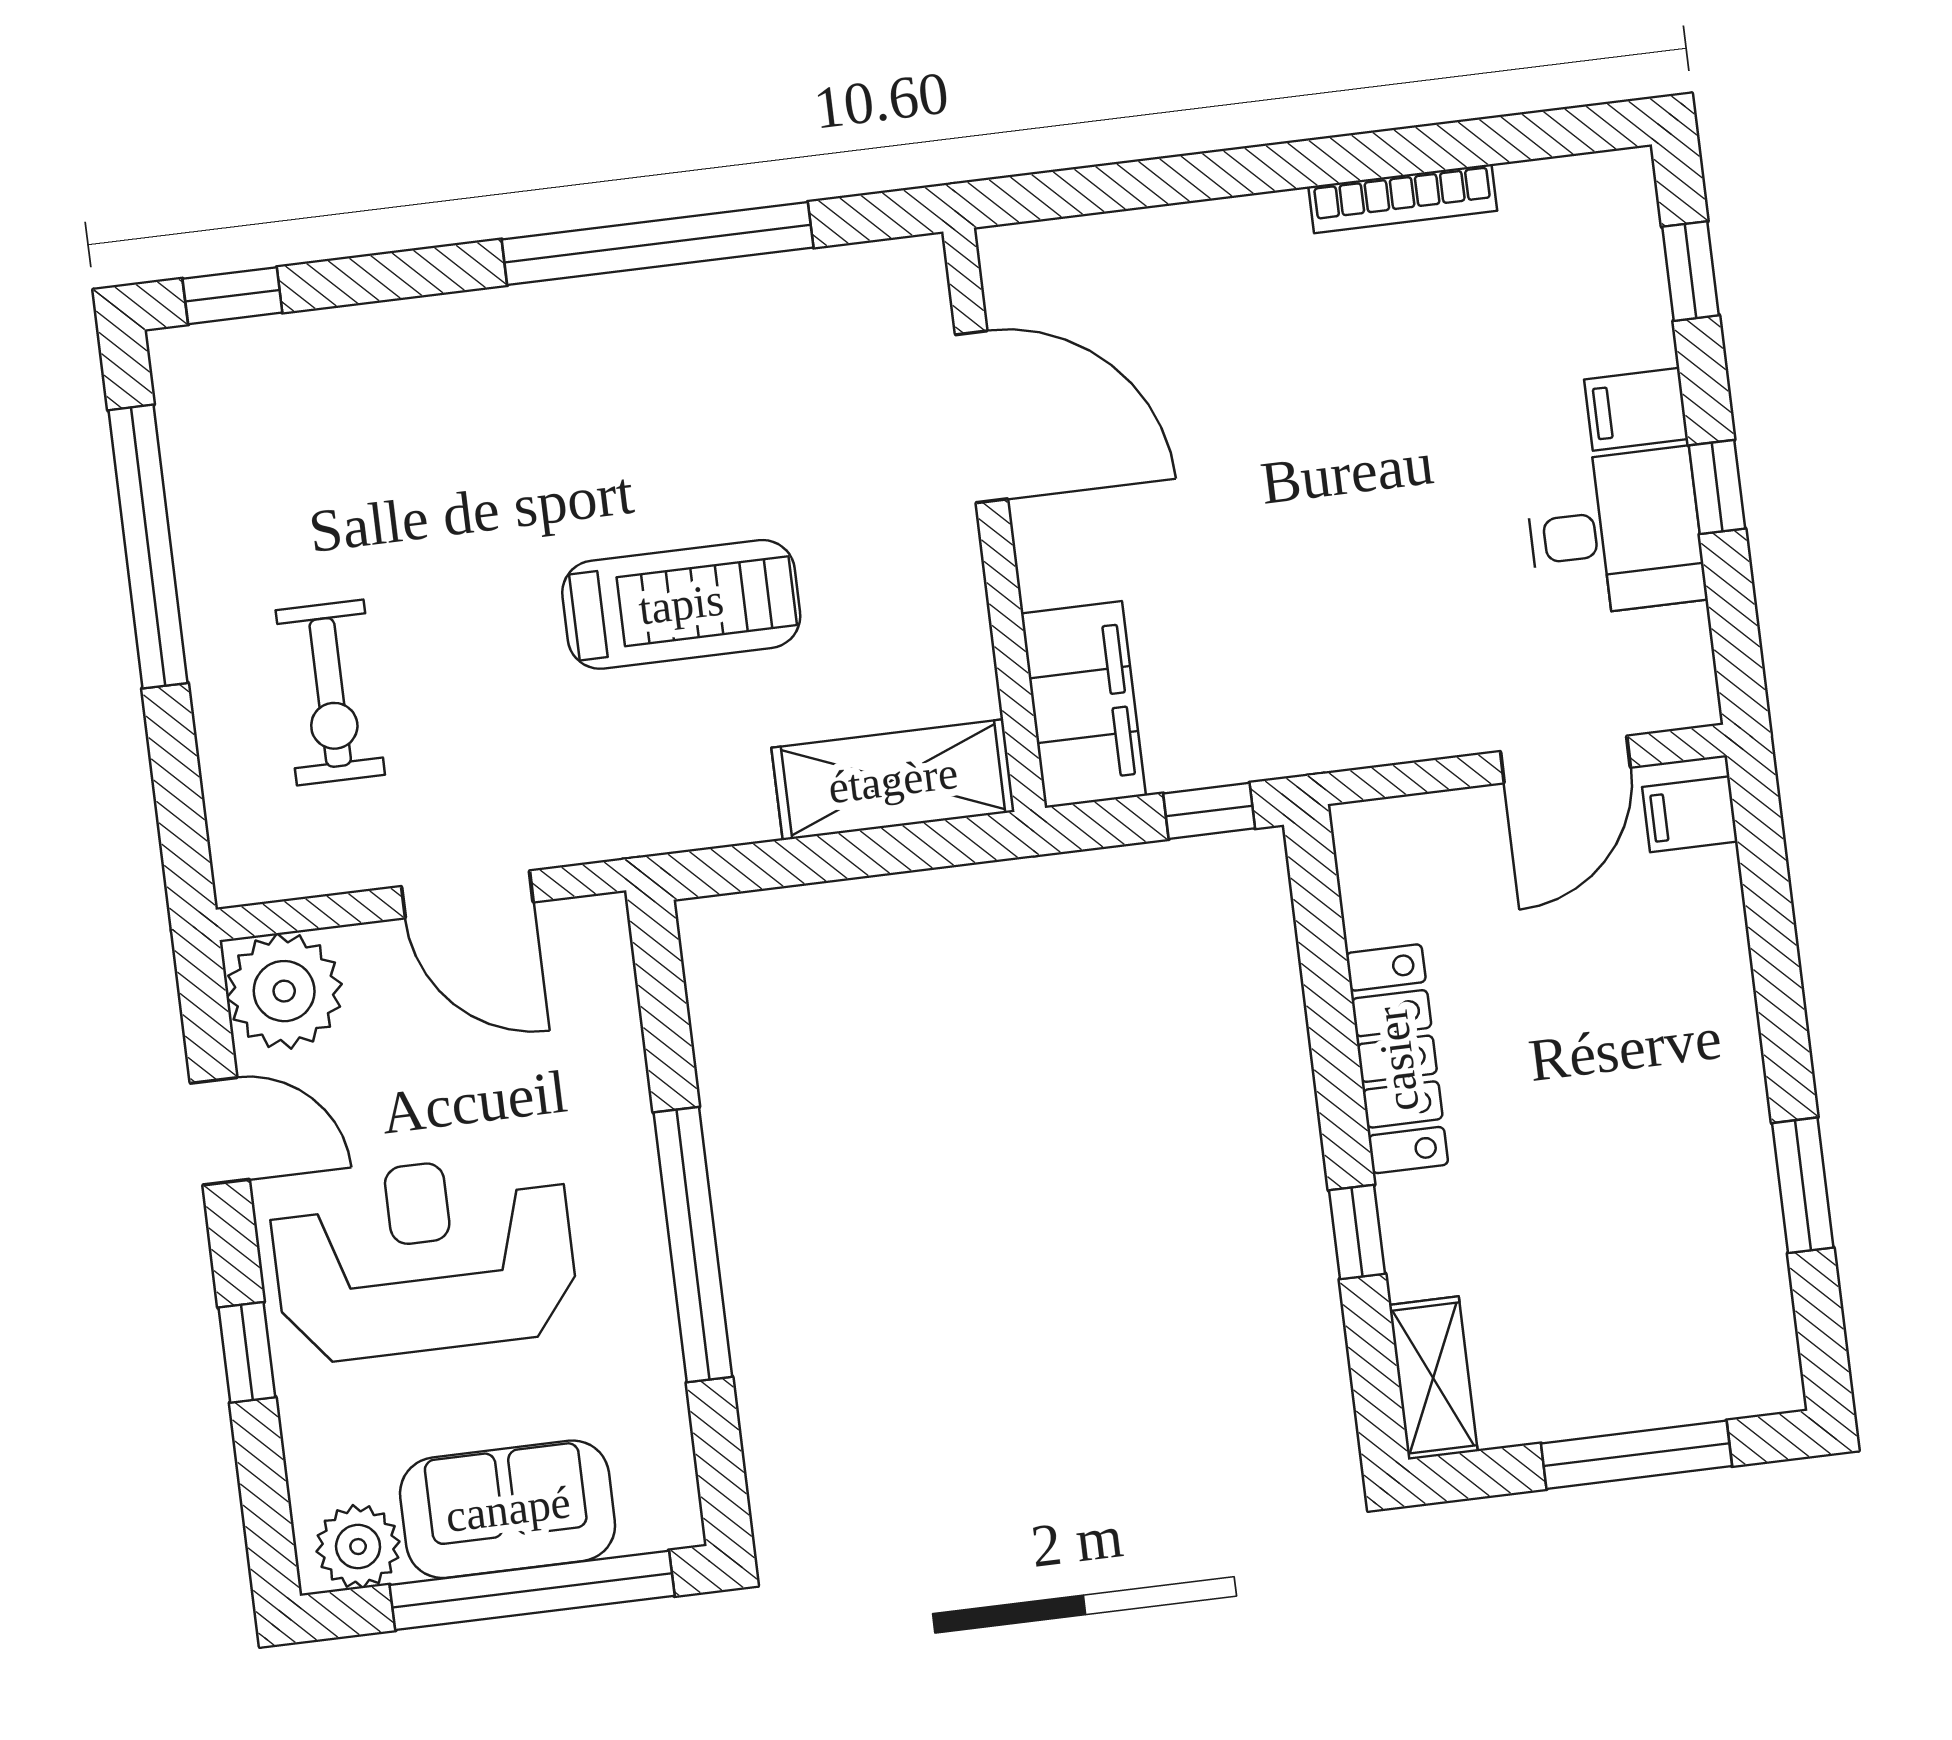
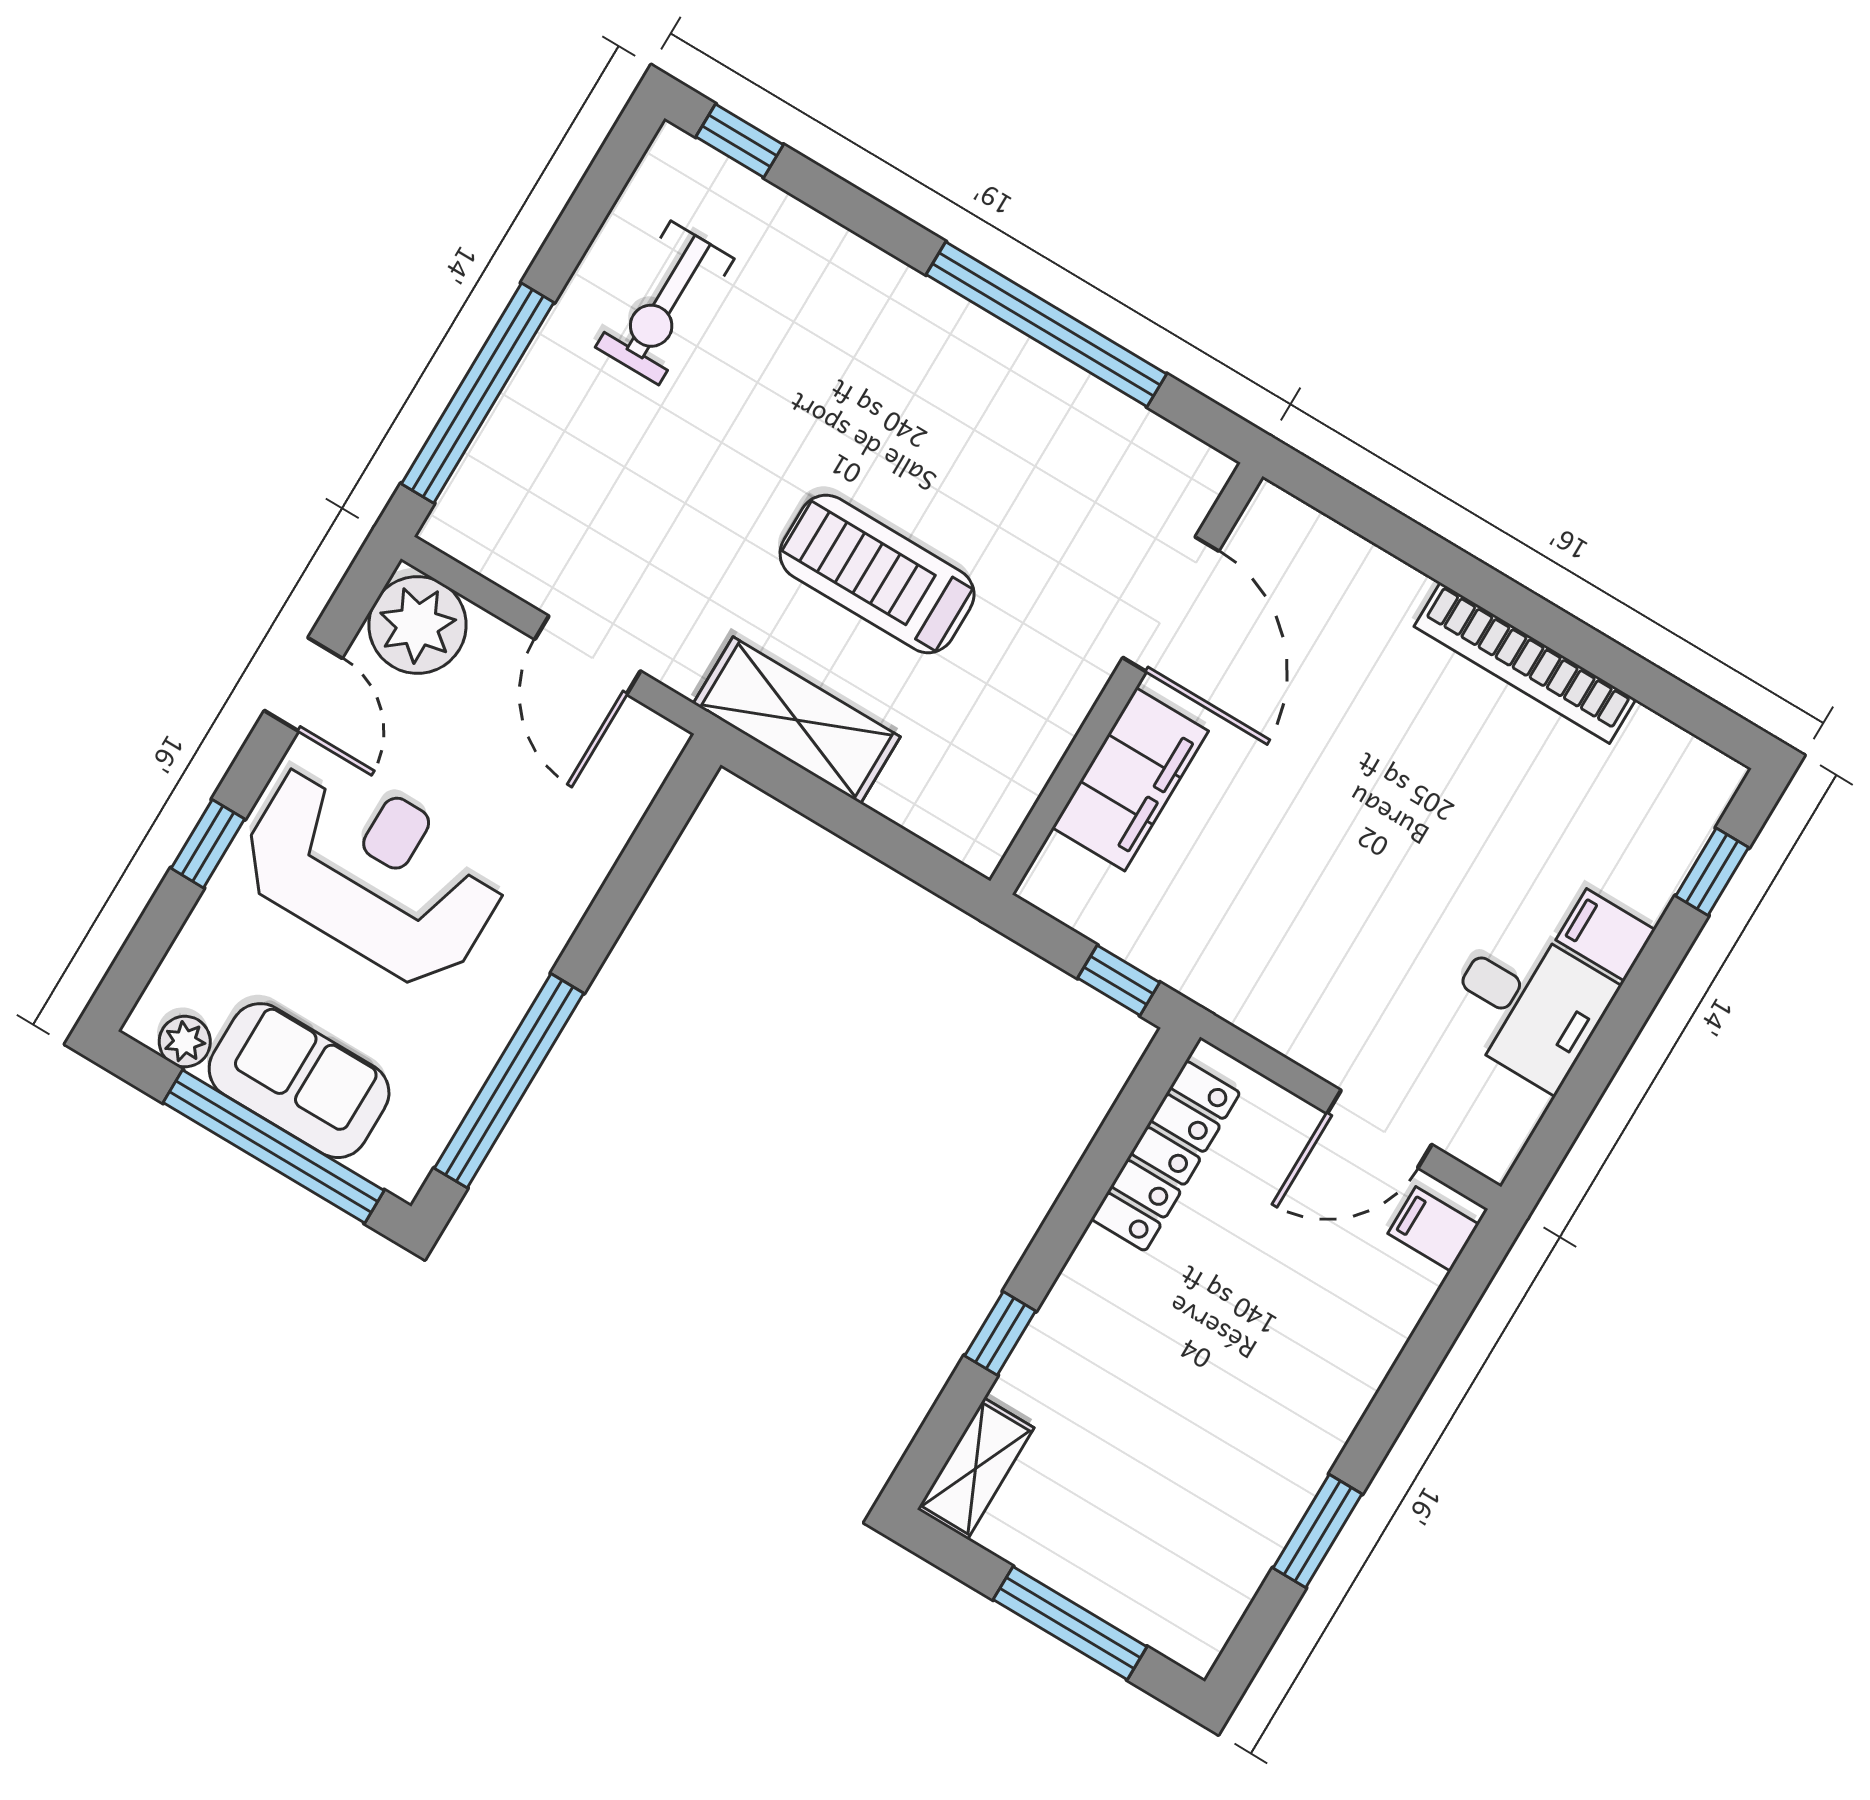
bookcase: (1403, 199) -> (1525, 663), width x1.48, depth x1.31
window: (1717, 487) -> (1619, 1027), removed
window: (148, 547) -> (478, 393), moved
treadmill: (681, 604) -> (877, 574), turned 180
exercise bike: (330, 692) -> (665, 303), moved
filing cabinet: (1083, 705) -> (1130, 779), moved
shelving: (893, 780) -> (797, 720), moved
locker: (1397, 1059) -> (1166, 1156), moved
window: (693, 1245) -> (509, 1081), moved
plant: (358, 1547) -> (185, 1042), width x0.73, depth x0.73

